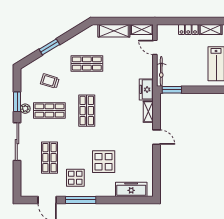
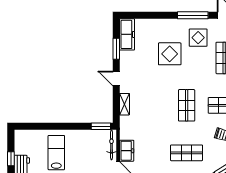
freezer: (146, 89) -> (127, 151), moved
window: (157, 167) -> (116, 49), added
freezer: (131, 189) -> (127, 34), moved, turned -90

